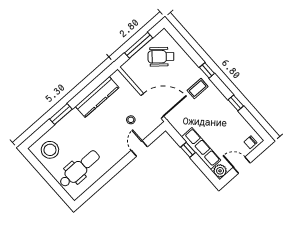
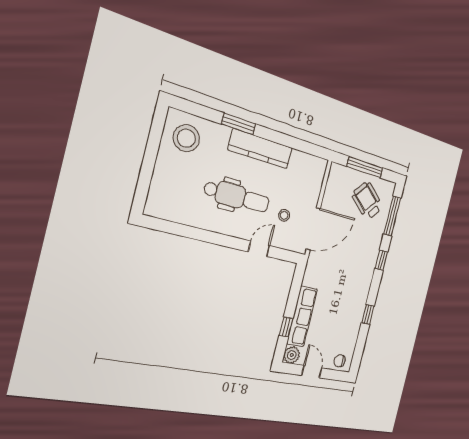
window: (184, 44) -> (392, 216), added
coffee table: (198, 89) -> (359, 264), removed
kitchen counter: (97, 97) -> (260, 149), moved
door: (152, 106) -> (313, 229), hinge flipped
window: (188, 150) -> (286, 327), moved
dental chair: (79, 169) -> (237, 197), moved

